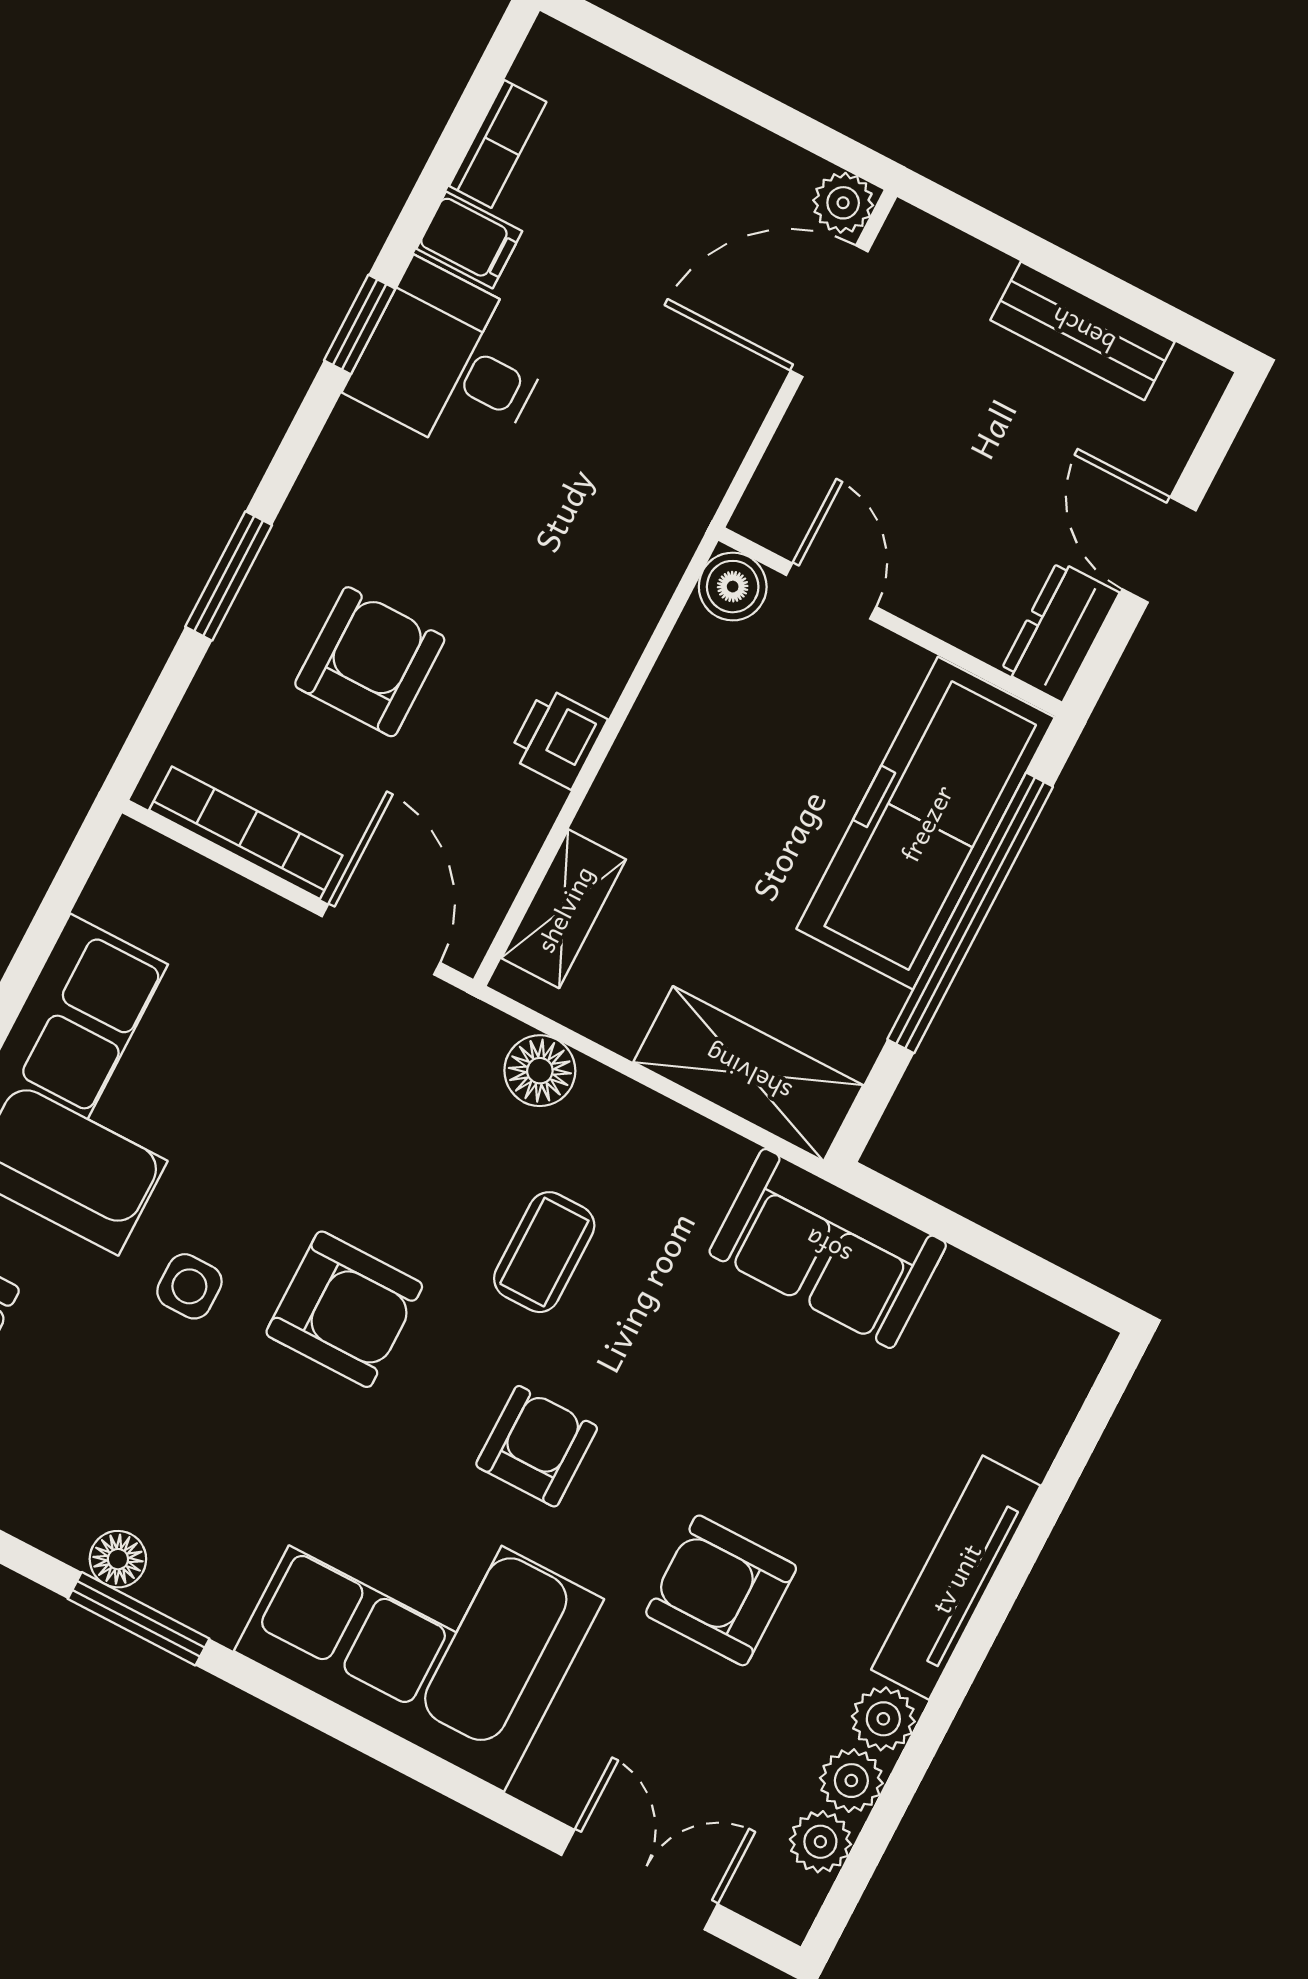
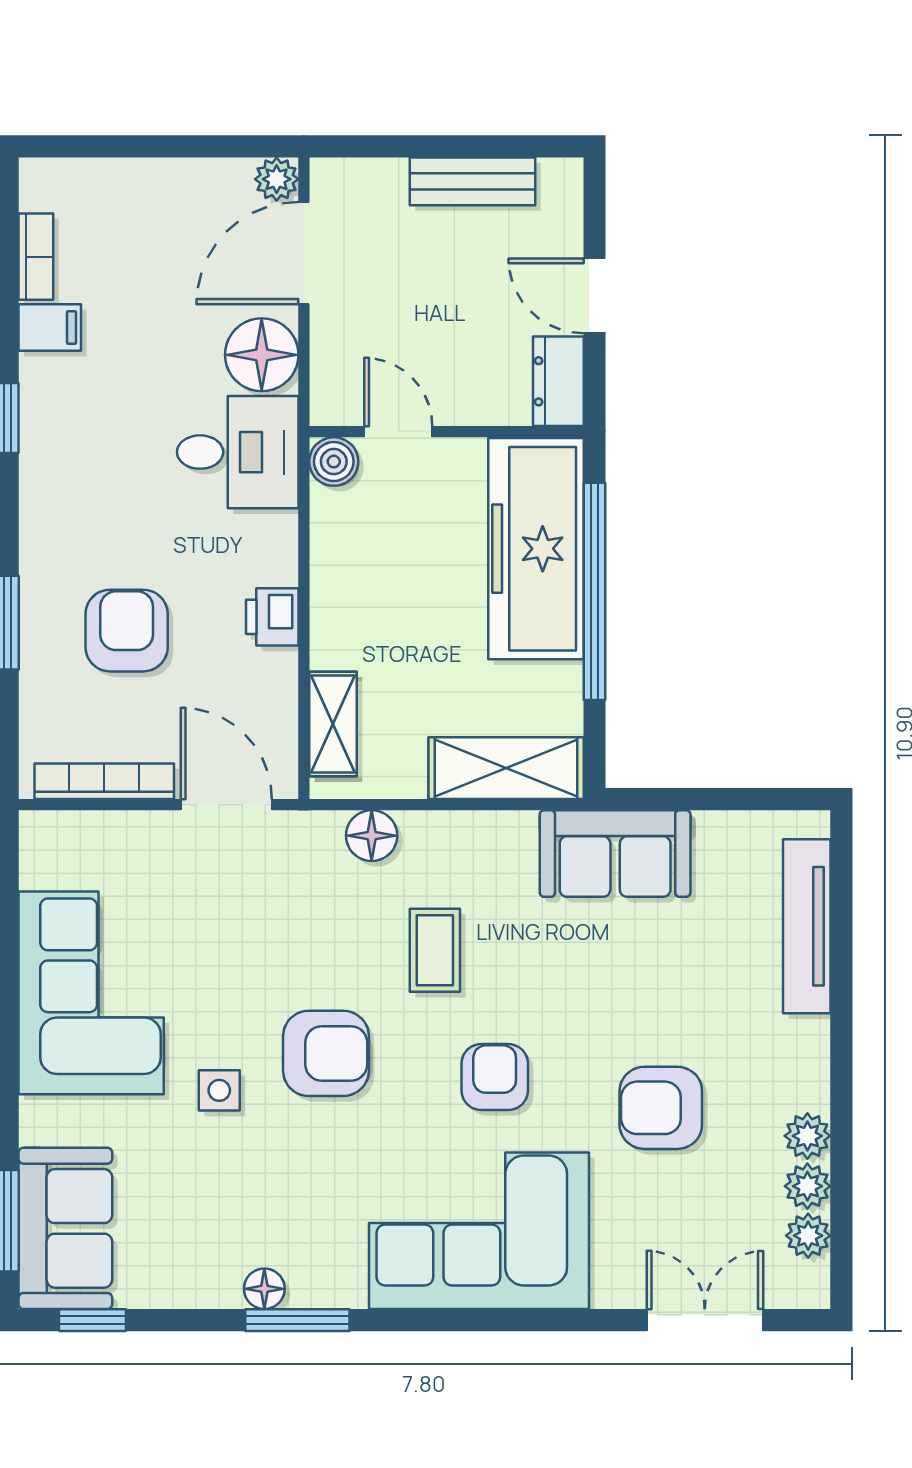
desk: (452, 362) -> (238, 452), moved, turned 180
floor lamp: (712, 409) -> (262, 355), added
tv unit: (956, 1578) -> (807, 926), moved

